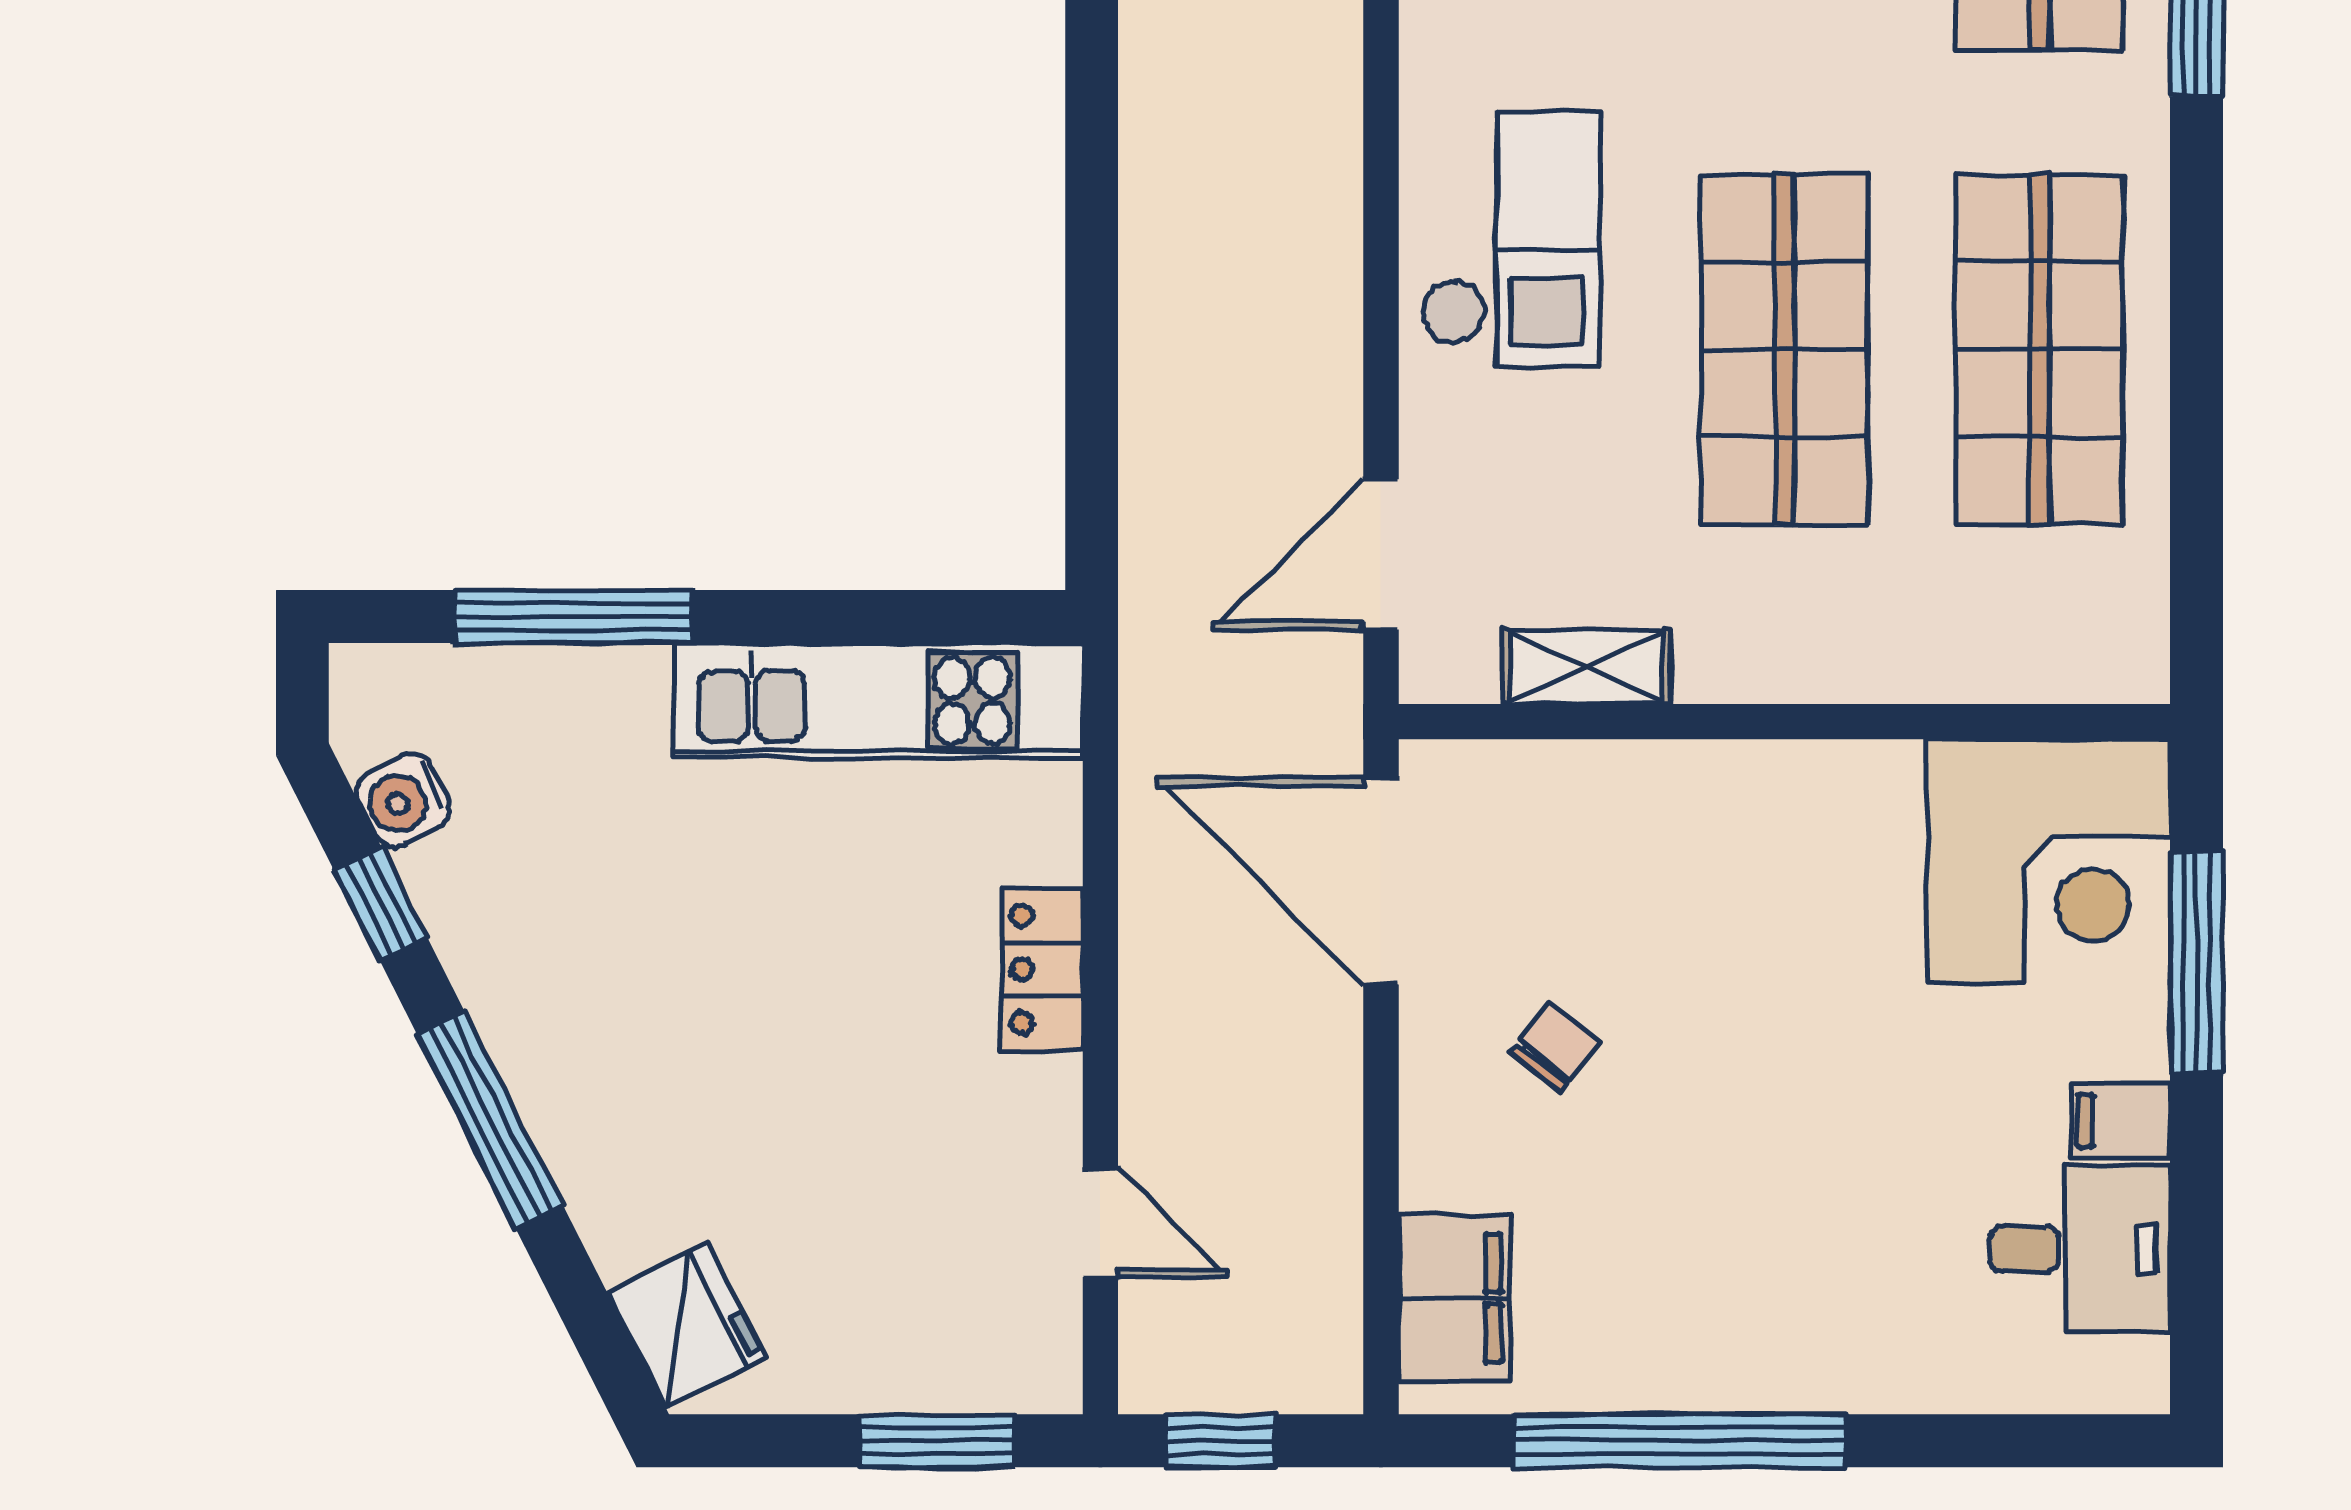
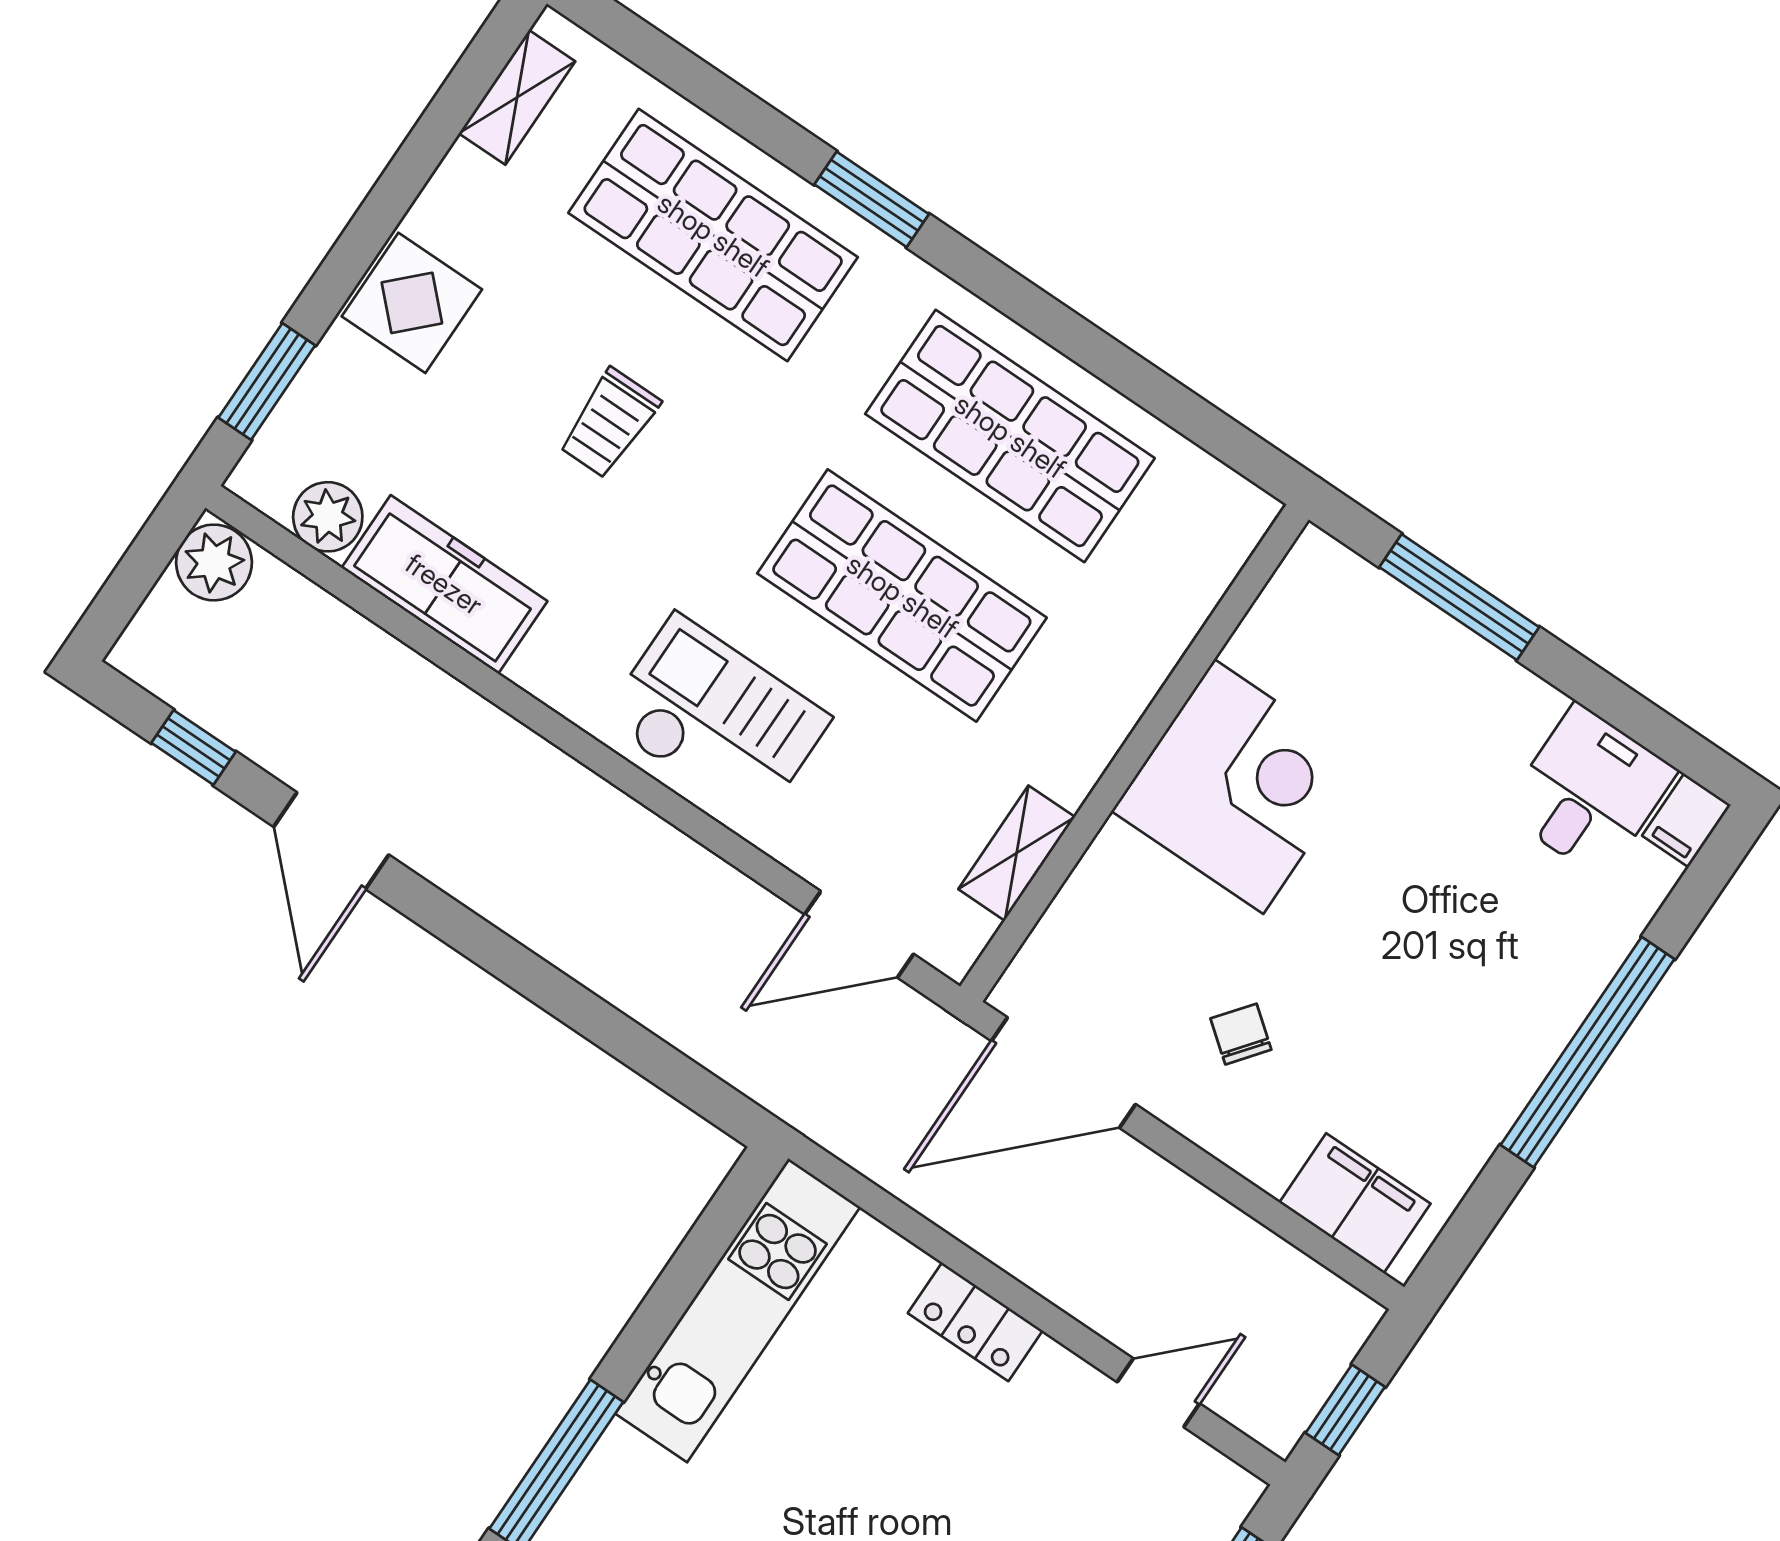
door: (1381, 554) -> (859, 934), hinge flipped
corner desk: (2049, 861) -> (1239, 787), moved
filing cabinet: (2120, 1121) -> (1686, 820), moved
window: (1680, 1441) -> (1588, 1052), moved

